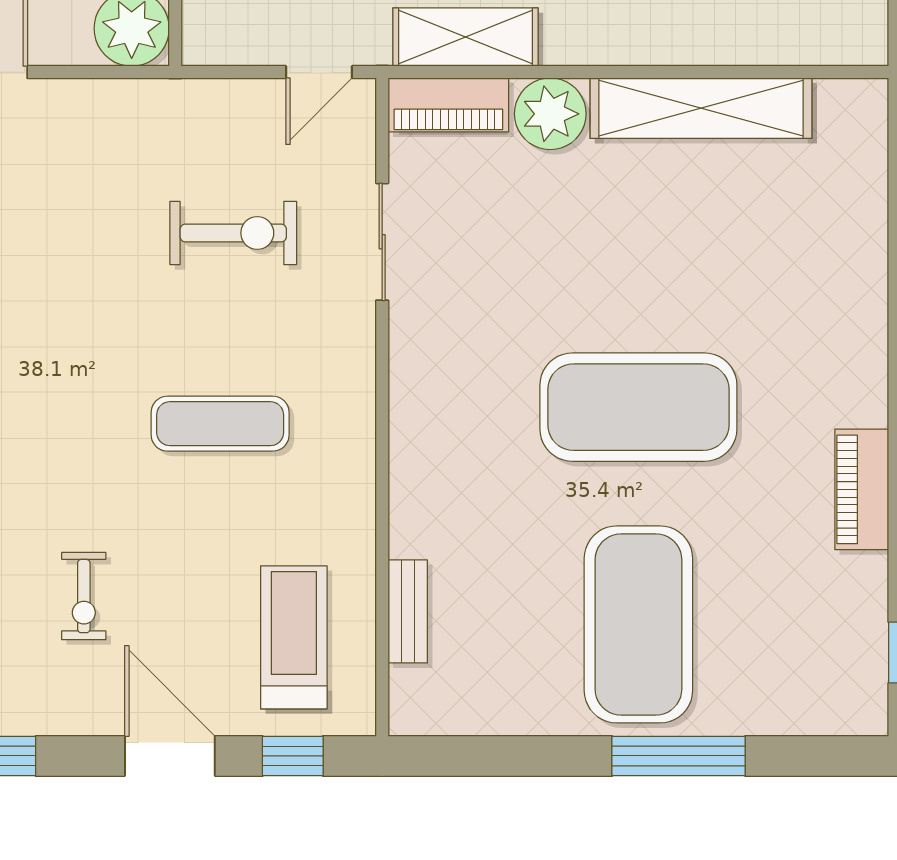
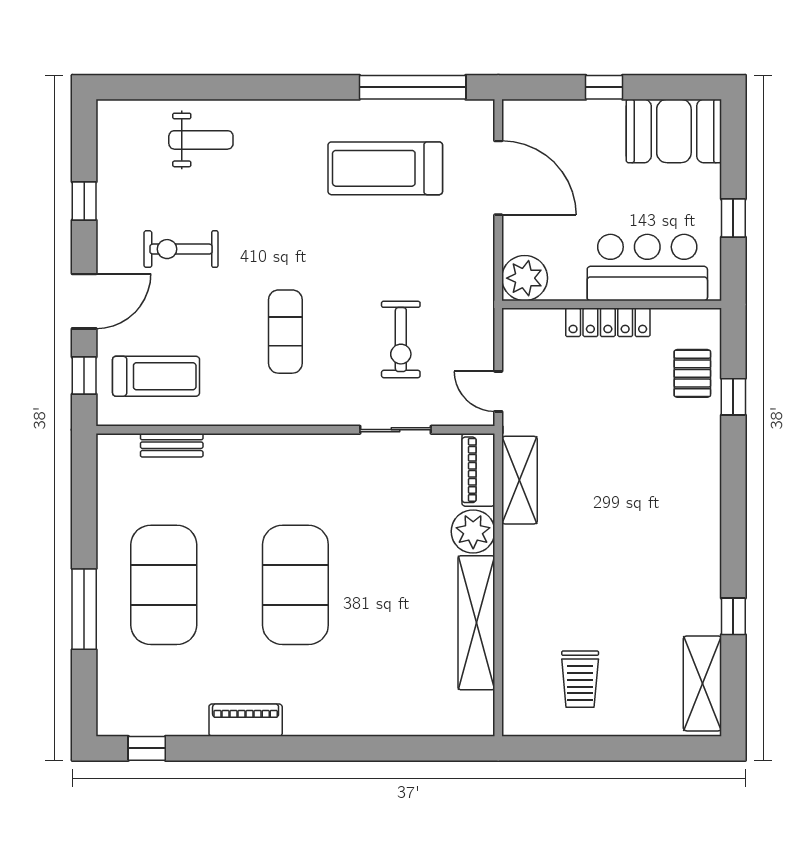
exercise bike: (84, 596) -> (181, 249), width x1.38, depth x1.39
exercise mat: (638, 624) -> (164, 585), turned 90

